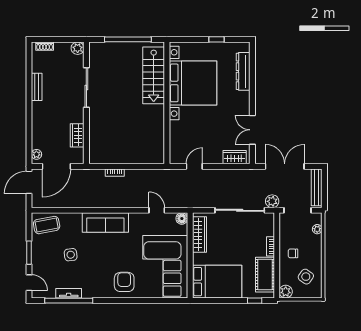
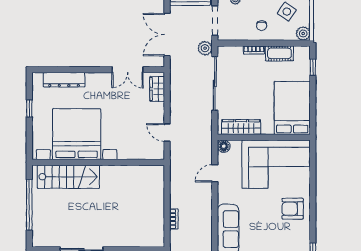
cot: (265, 275) -> (279, 53), width x0.73, depth x0.75

